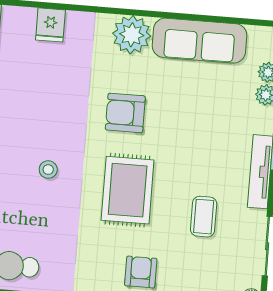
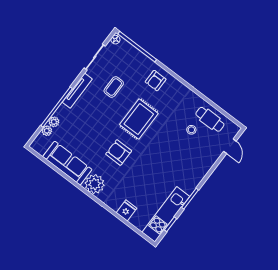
armchair: (125, 113) -> (119, 152), turned 180
stool: (48, 170) -> (191, 130), moved

